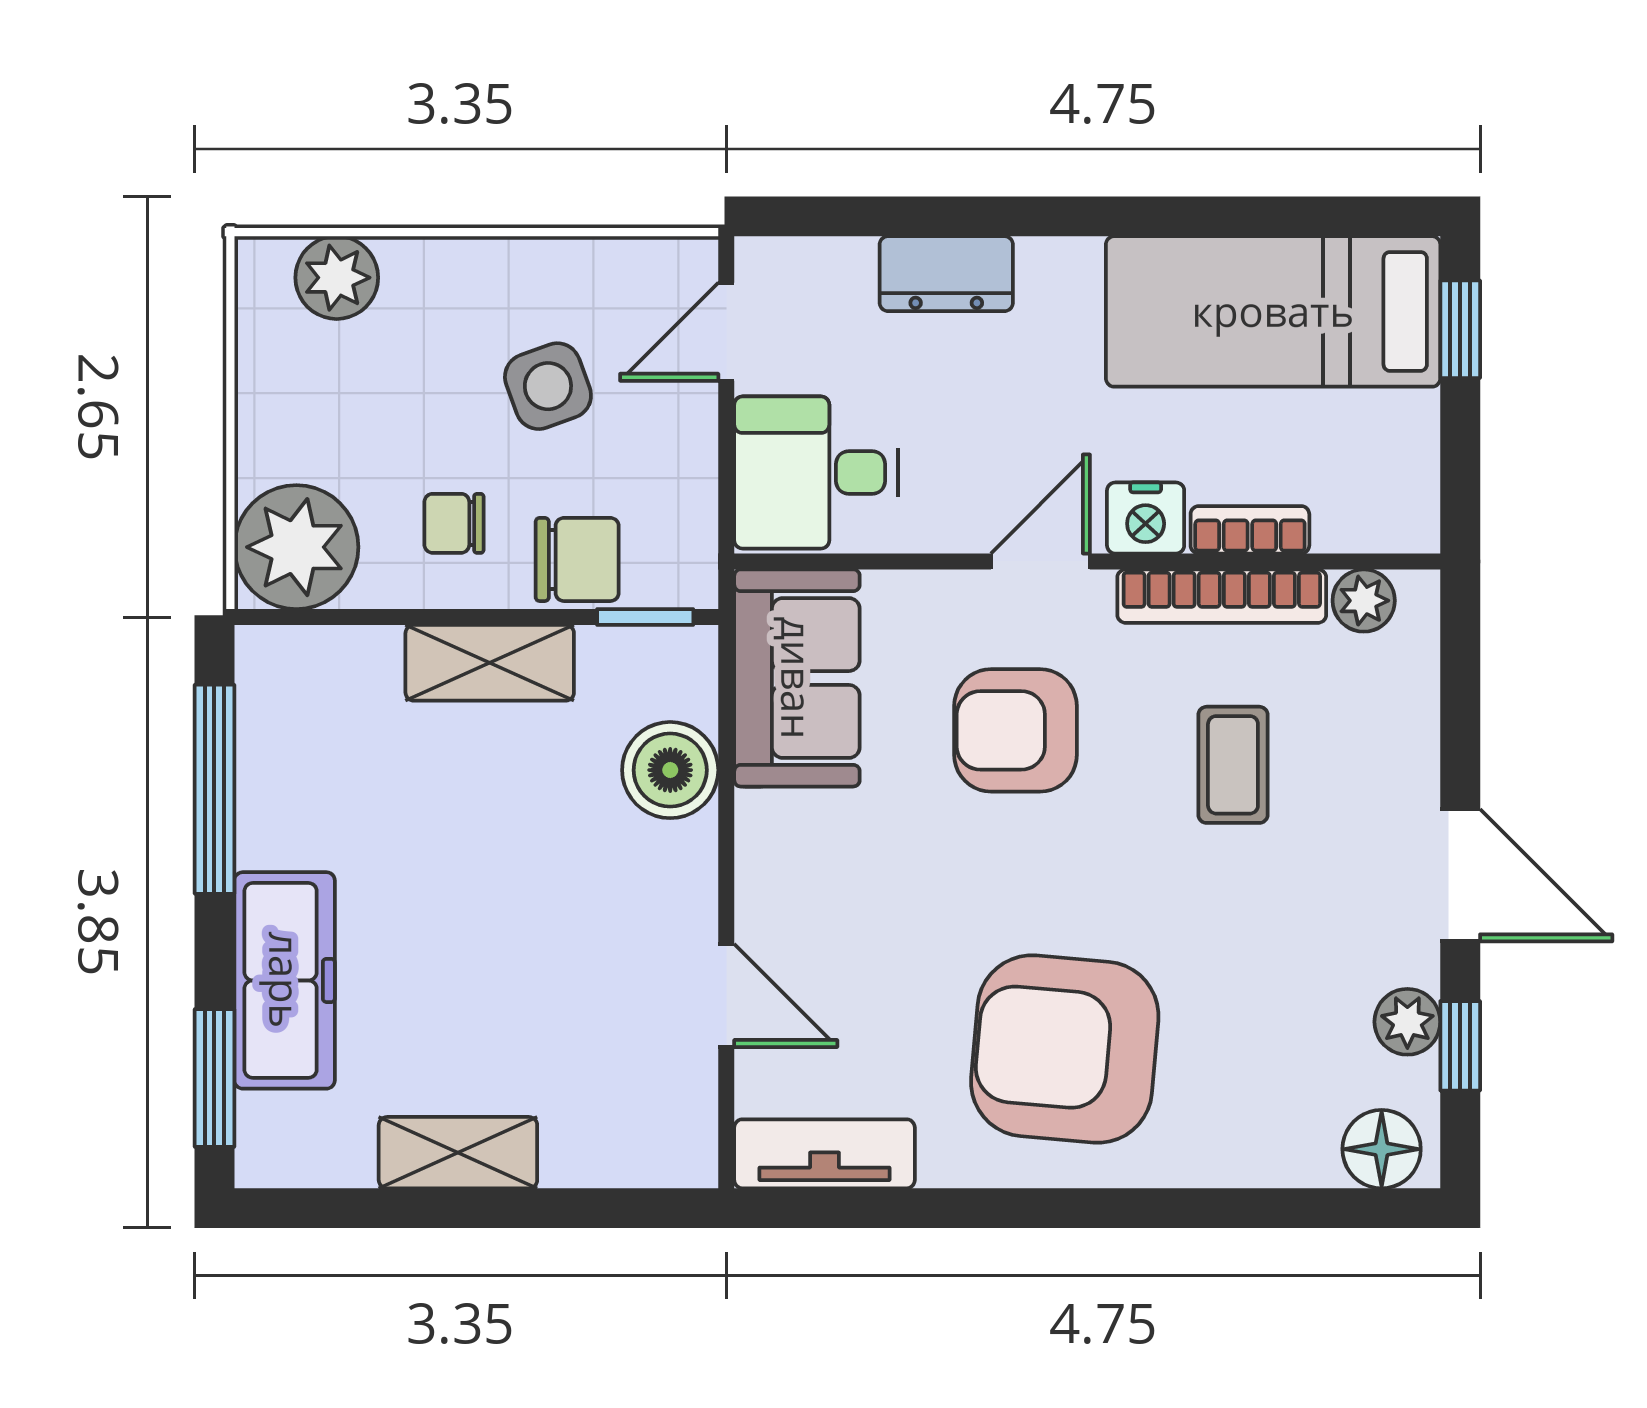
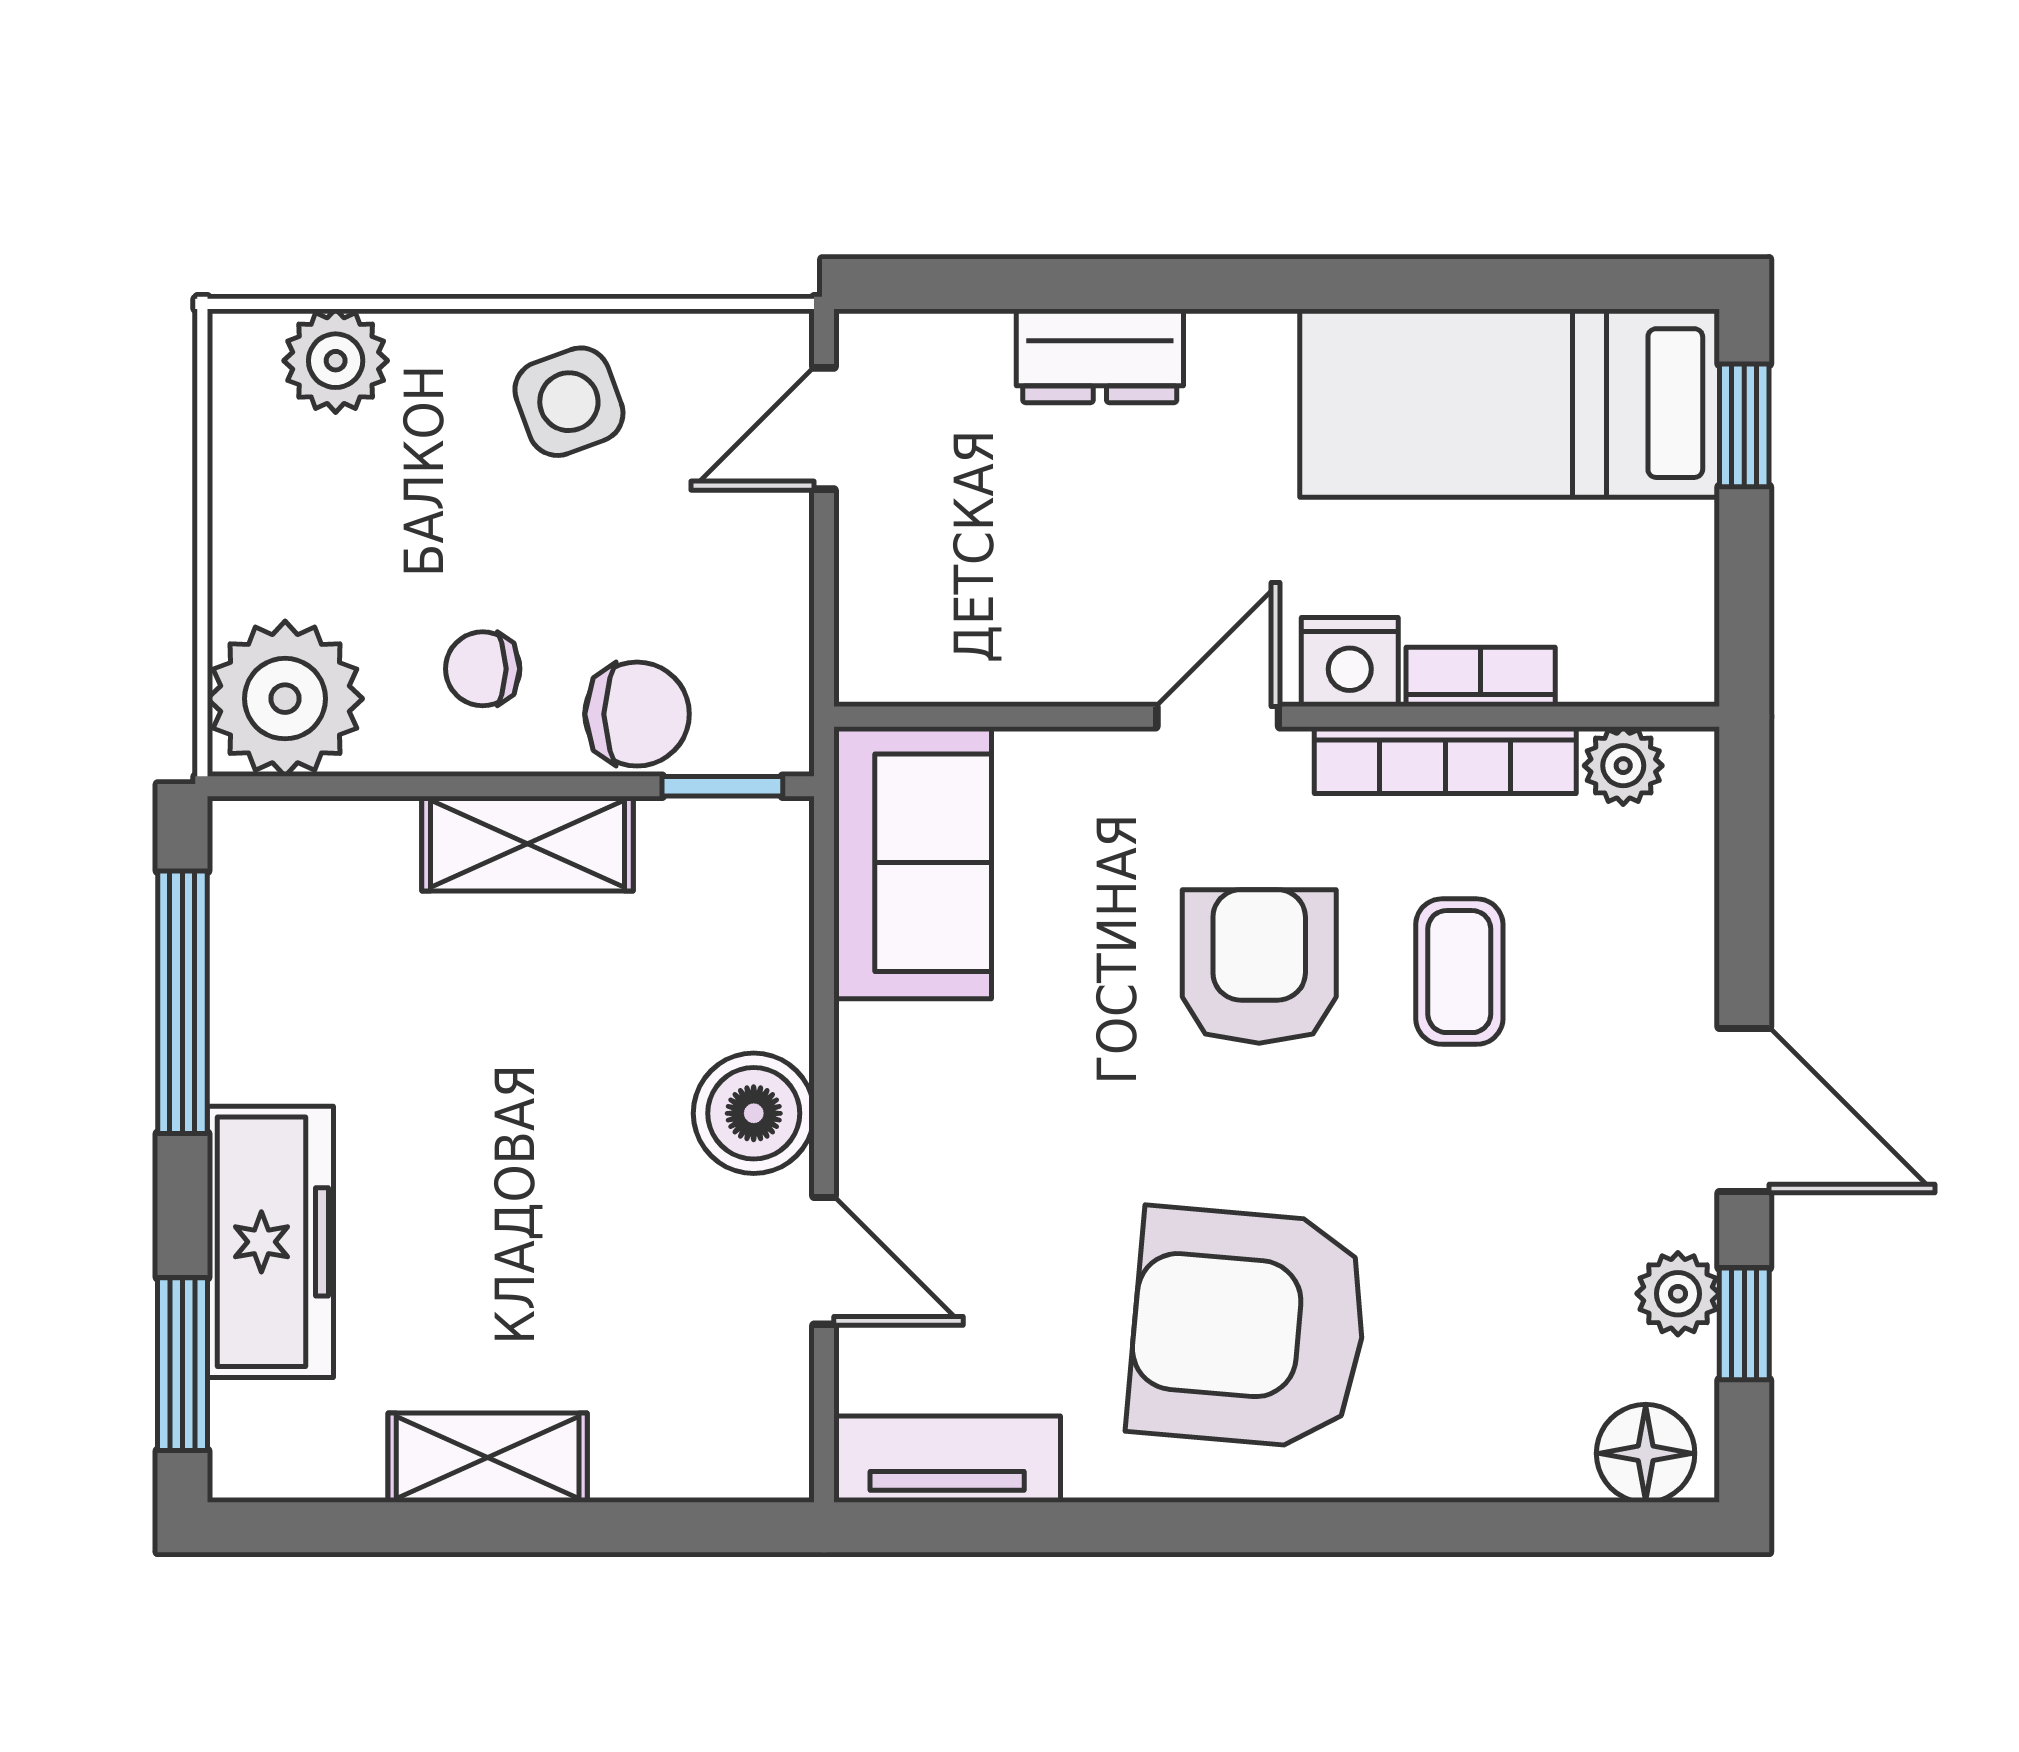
side table: (548, 386) -> (569, 402), moved
desk: (816, 473) -> (937, 605), removed
armchair: (1016, 730) -> (1259, 966), moved, turned 90
boiler: (670, 770) -> (754, 1113), moved

